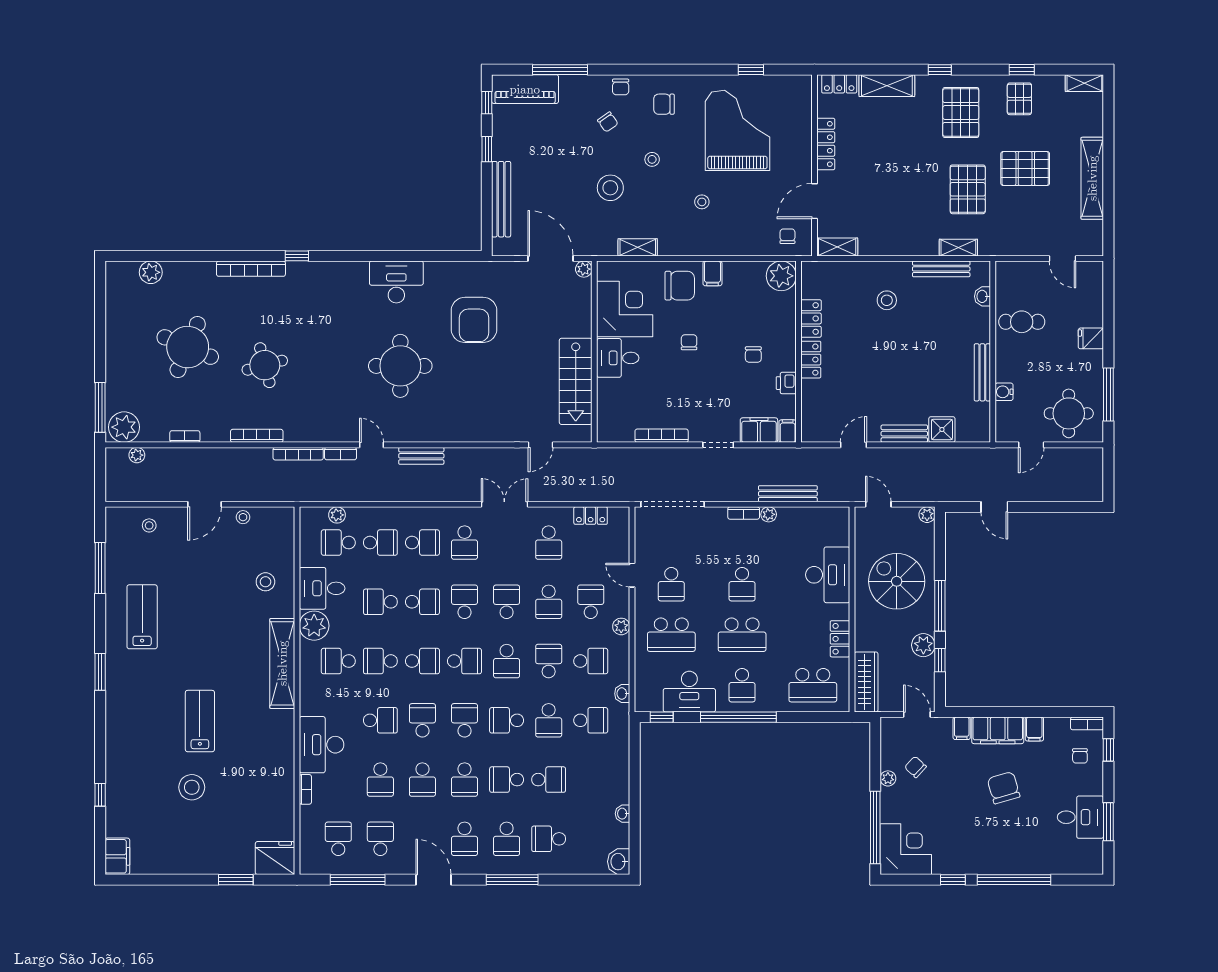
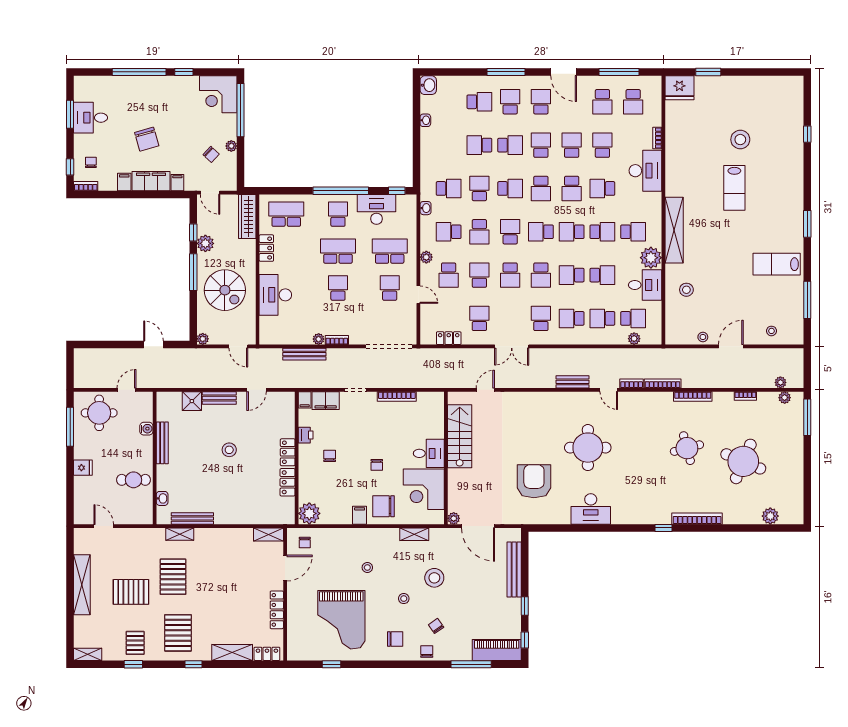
stool: (887, 300) -> (229, 450), moved
plant: (124, 427) -> (785, 398), width x0.53, depth x0.53
lab bench: (142, 617) -> (777, 264), turned 90
school desk: (591, 720) -> (449, 188), turned 180
filing cabinet: (117, 856) -> (795, 89), removed

